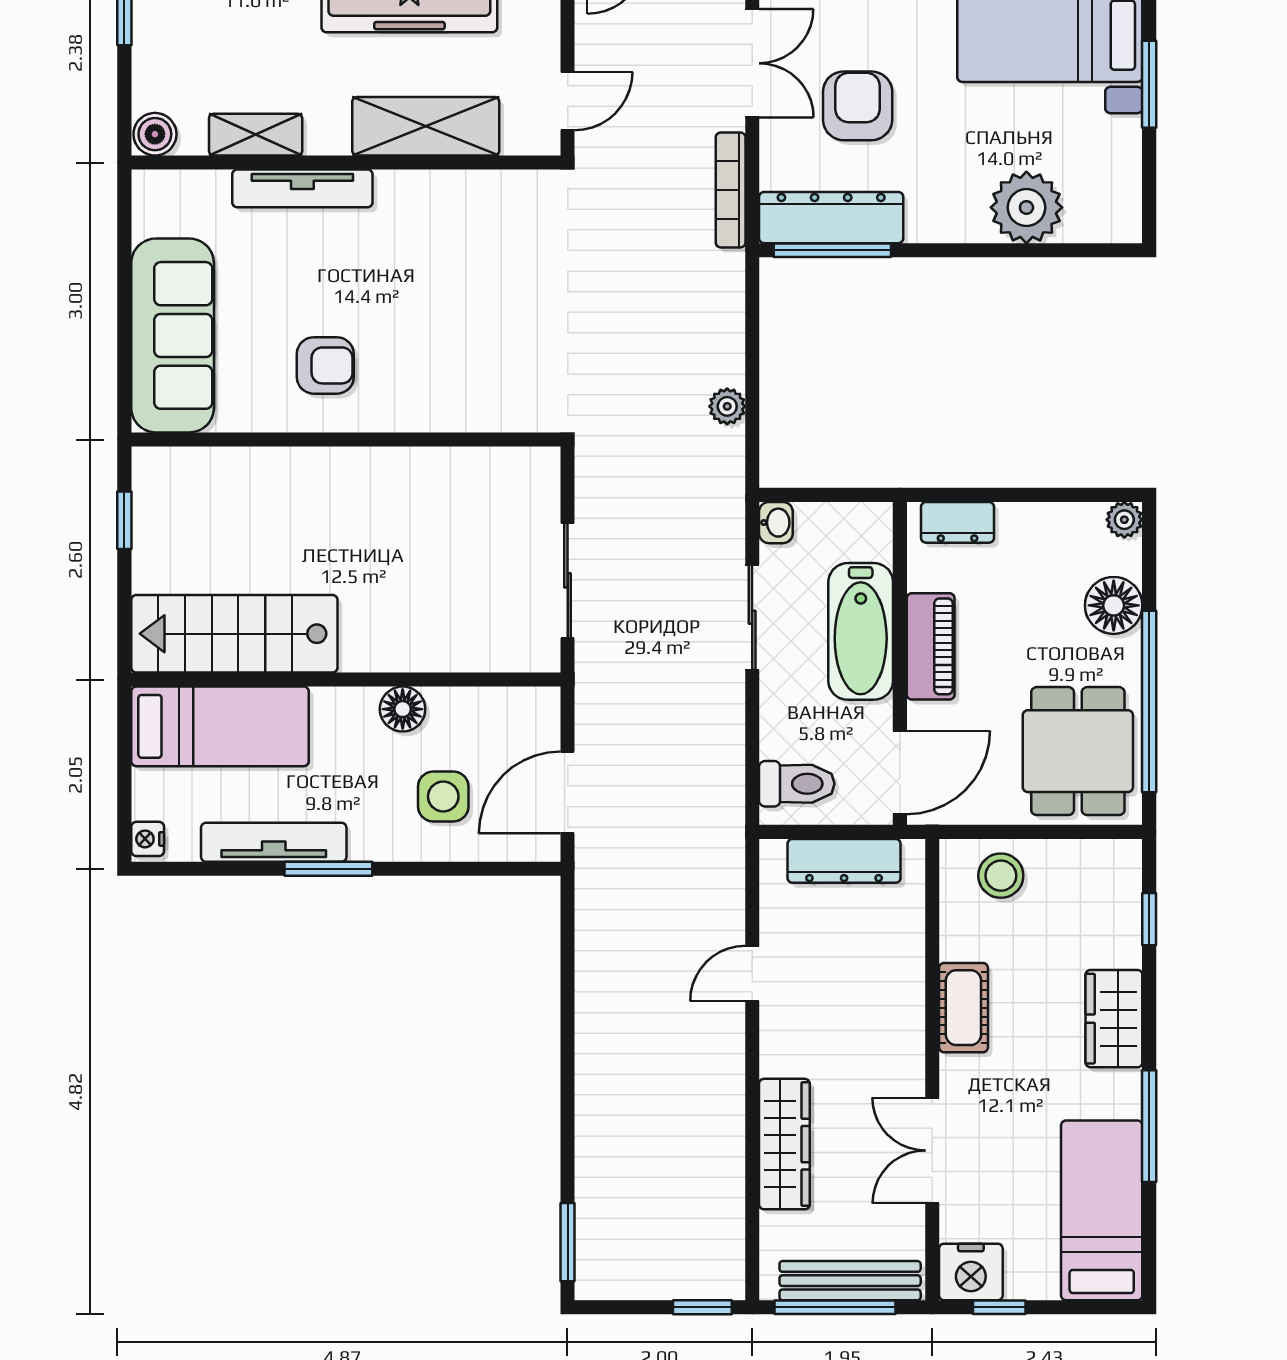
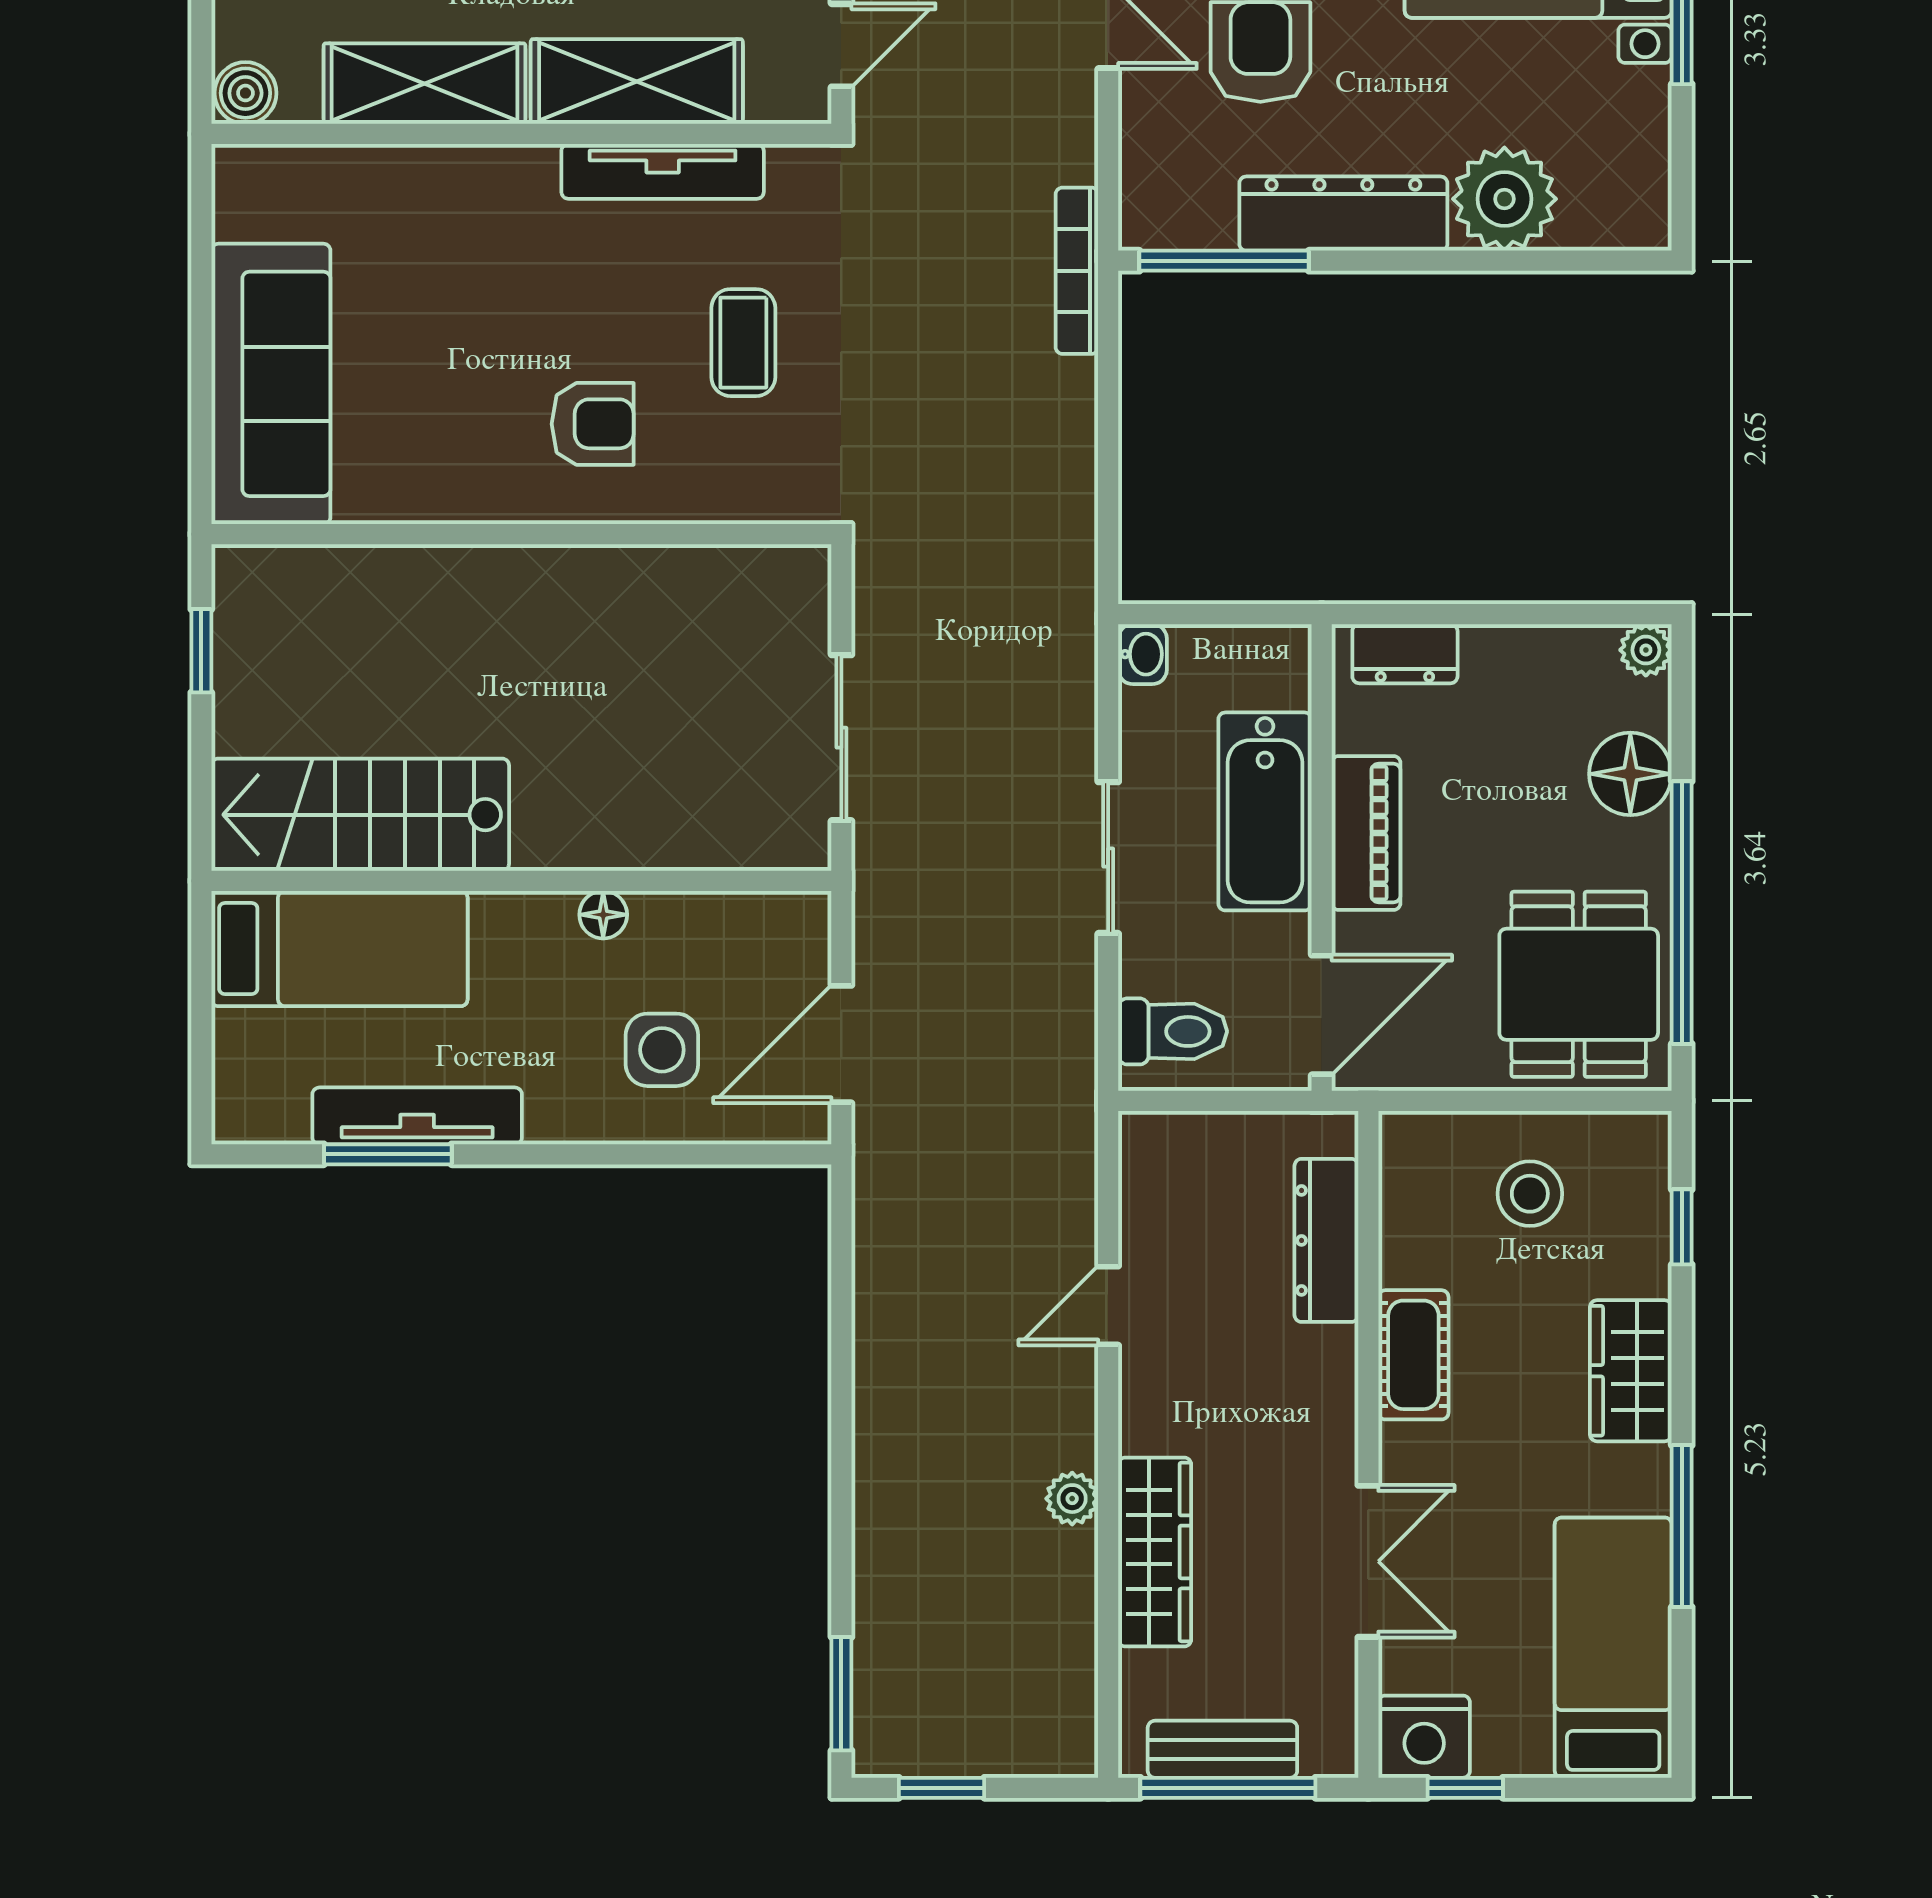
shelving: (256, 135) -> (424, 84), width x1.50, depth x1.33
tv unit: (302, 188) -> (663, 171), moved
bookcase: (731, 190) -> (1077, 271), moved
dresser: (831, 218) -> (1343, 214), moved
coffee table: (500, 307) -> (743, 343), added
armchair: (325, 365) -> (593, 424), moved
plant: (727, 406) -> (1072, 1499), moved
sliding door: (752, 617) -> (1108, 858), moved
floor lamp: (403, 709) -> (603, 915), width x0.73, depth x0.73
nightstand: (148, 839) -> (235, 1111), removed
dresser: (844, 861) -> (1326, 1240), moved, turned 90
window: (328, 869) -> (388, 1154), moved
stool: (1001, 876) -> (1530, 1194), moved
double door: (932, 1151) -> (1368, 1561), swing flipped
bench: (850, 1281) -> (1222, 1749), width x0.73
window: (702, 1307) -> (942, 1788), moved

